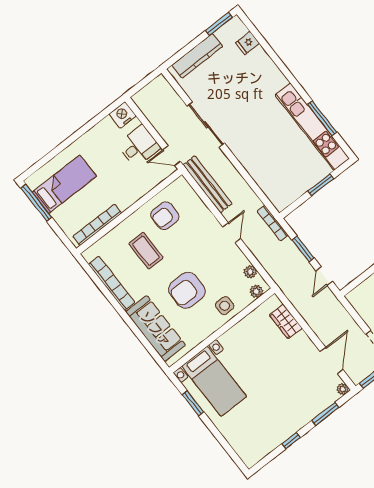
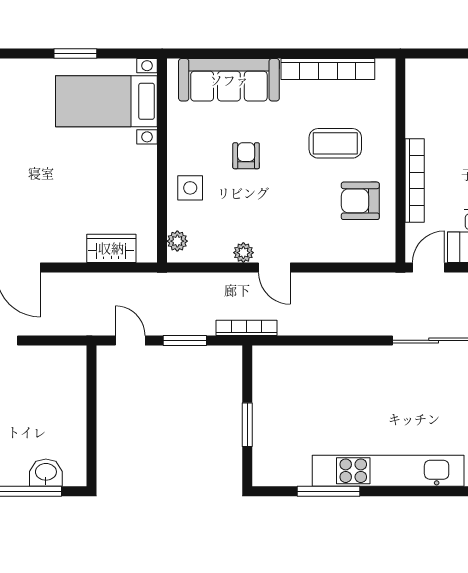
kitchen unit: (312, 127) -> (388, 471), moved
bench: (207, 184) -> (358, 284), removed
armchair: (165, 216) -> (360, 201), turned -90
bookcase: (97, 225) -> (415, 180), moved
plant: (250, 272) -> (243, 253), moved
armchair: (187, 290) -> (246, 156), width x0.53, depth x0.53
window: (193, 403) -> (75, 54), moved

